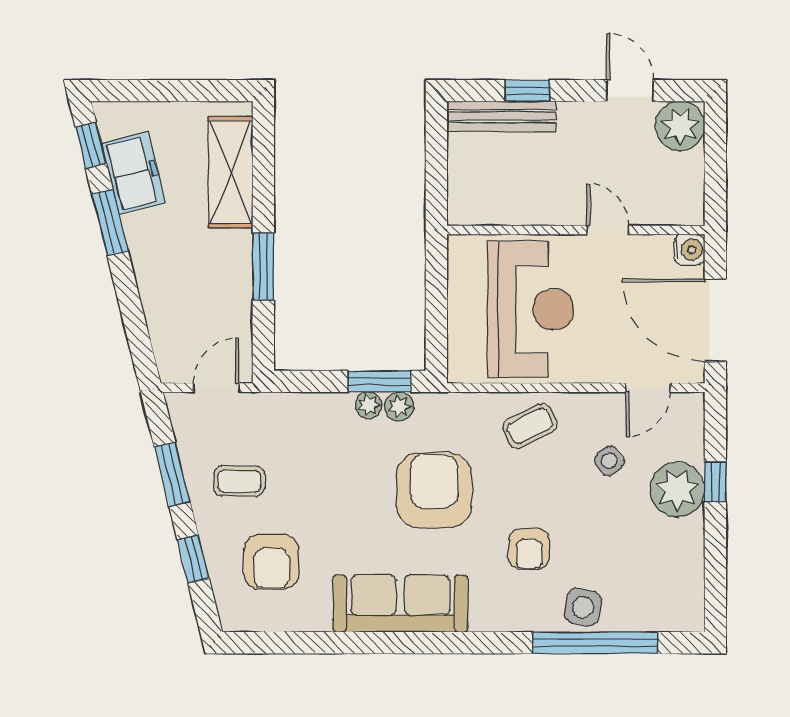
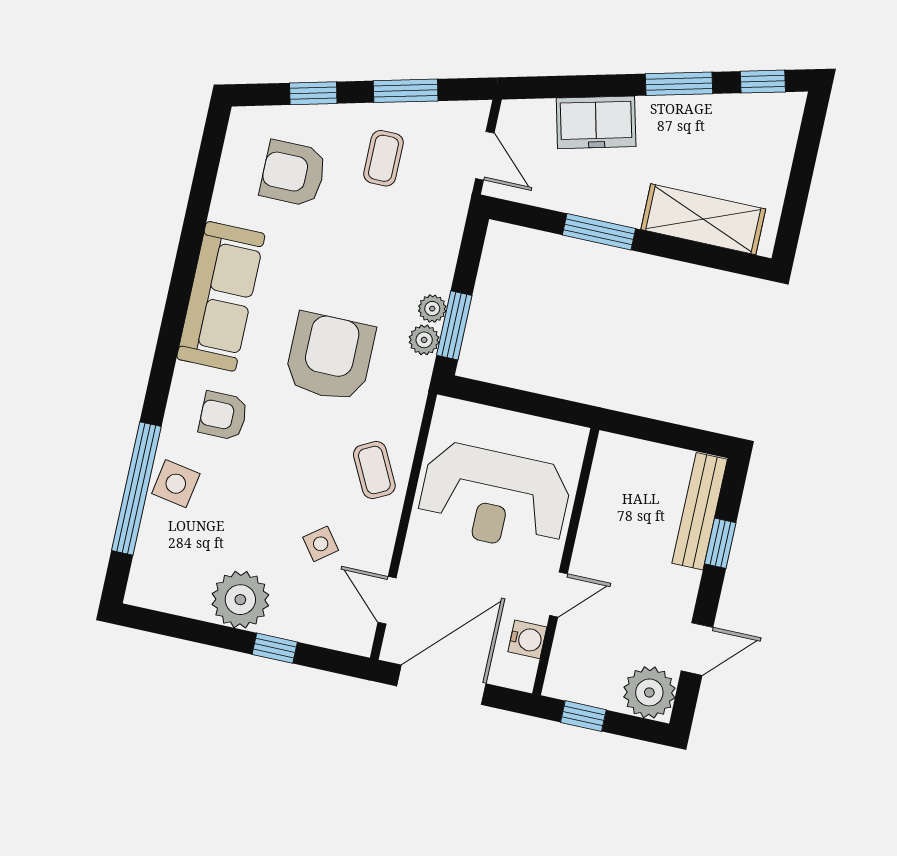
freezer: (133, 173) -> (596, 122), moved
window: (715, 182) -> (583, 716), added
water cooler: (689, 250) -> (527, 639), moved, turned -90
armchair: (434, 490) -> (330, 357), turned -90
plant: (677, 490) -> (240, 600), moved
armchair: (529, 549) -> (223, 416), moved

